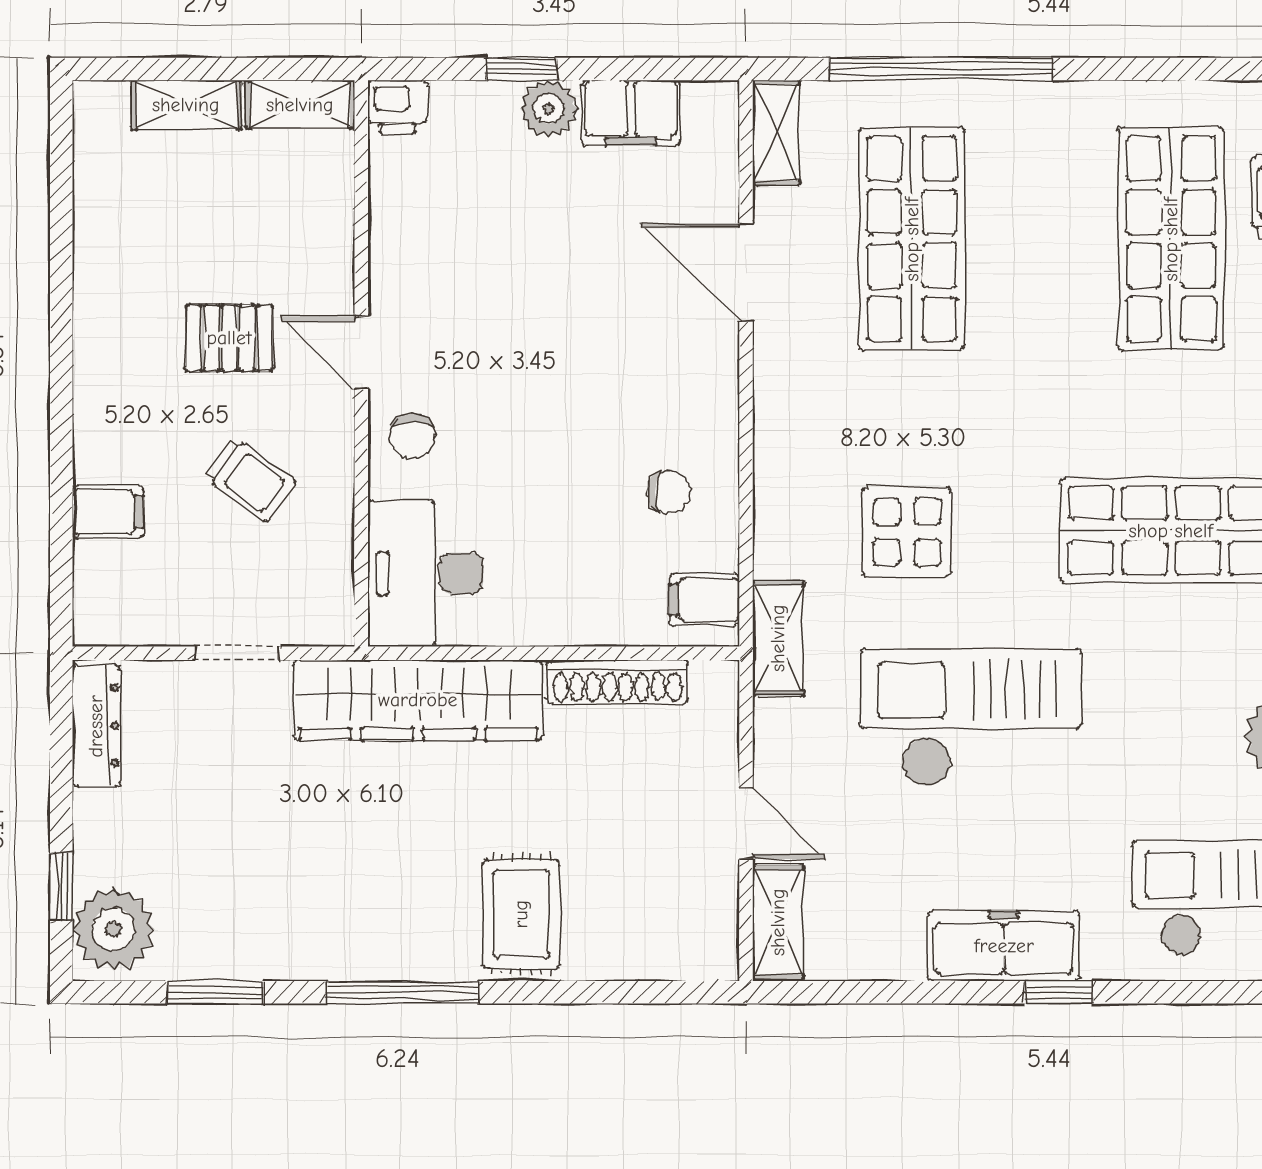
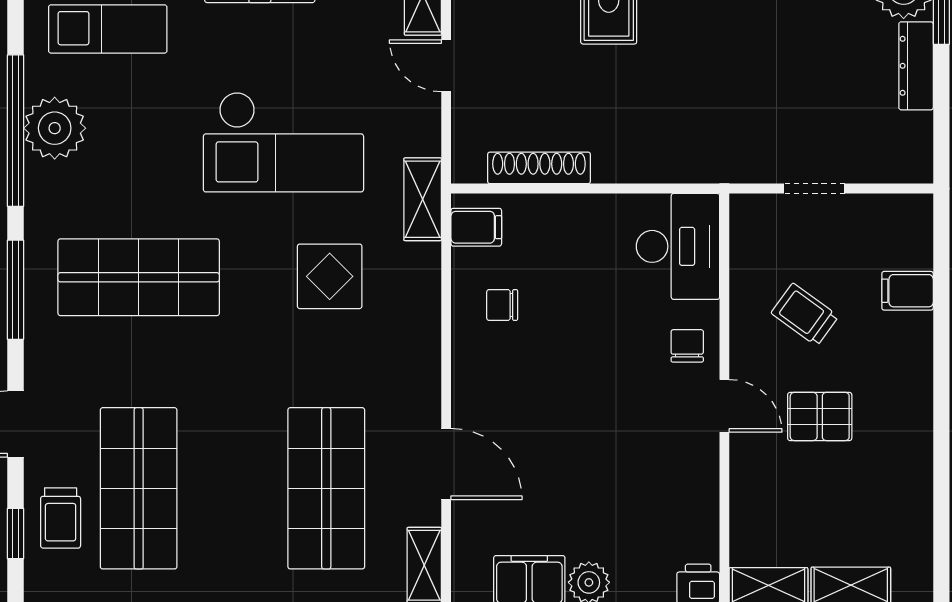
wardrobe: (418, 700) -> (683, 155), removed
dresser: (96, 726) -> (916, 66), moved

